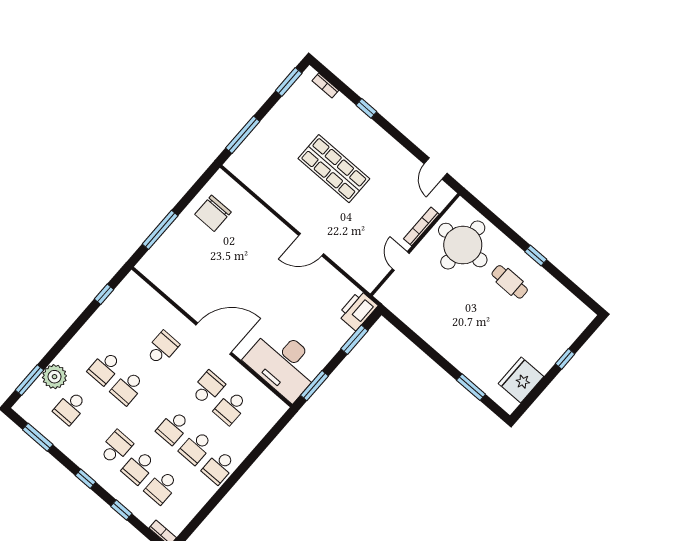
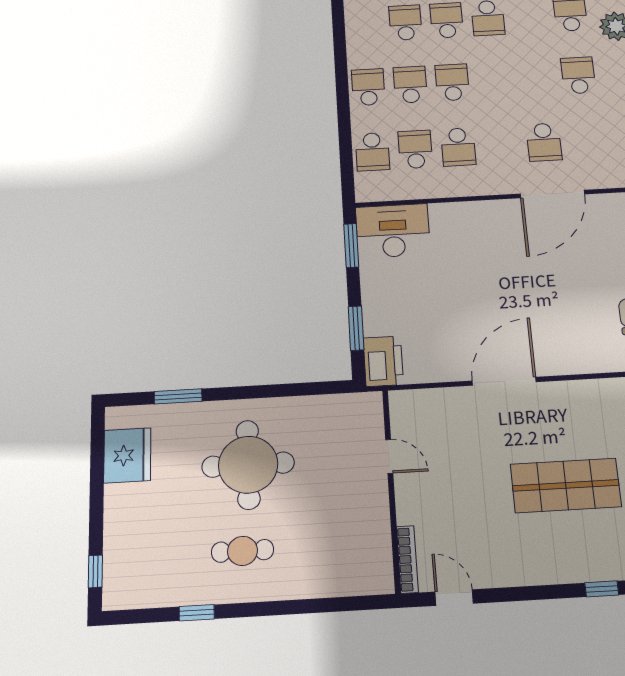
bookcase: (421, 226) -> (407, 559), moved
door: (311, 245) -> (504, 381), width x1.36
round table: (463, 245) -> (248, 465), moved
window: (536, 256) -> (197, 613), moved
door: (214, 339) -> (552, 194), moved
window: (565, 359) -> (95, 571), moved
desk: (283, 363) -> (393, 231), width x0.73, depth x0.77
school desk: (128, 388) -> (372, 152), moved, turned 180

